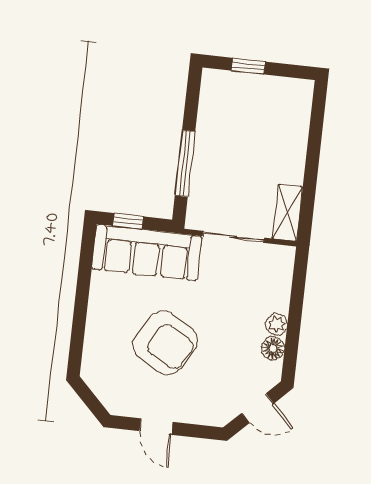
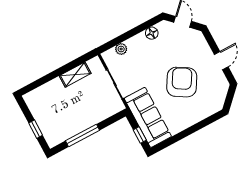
window: (185, 163) -> (82, 135), moved
shelving: (288, 213) -> (75, 75), moved
plant: (277, 324) -> (121, 49), moved

